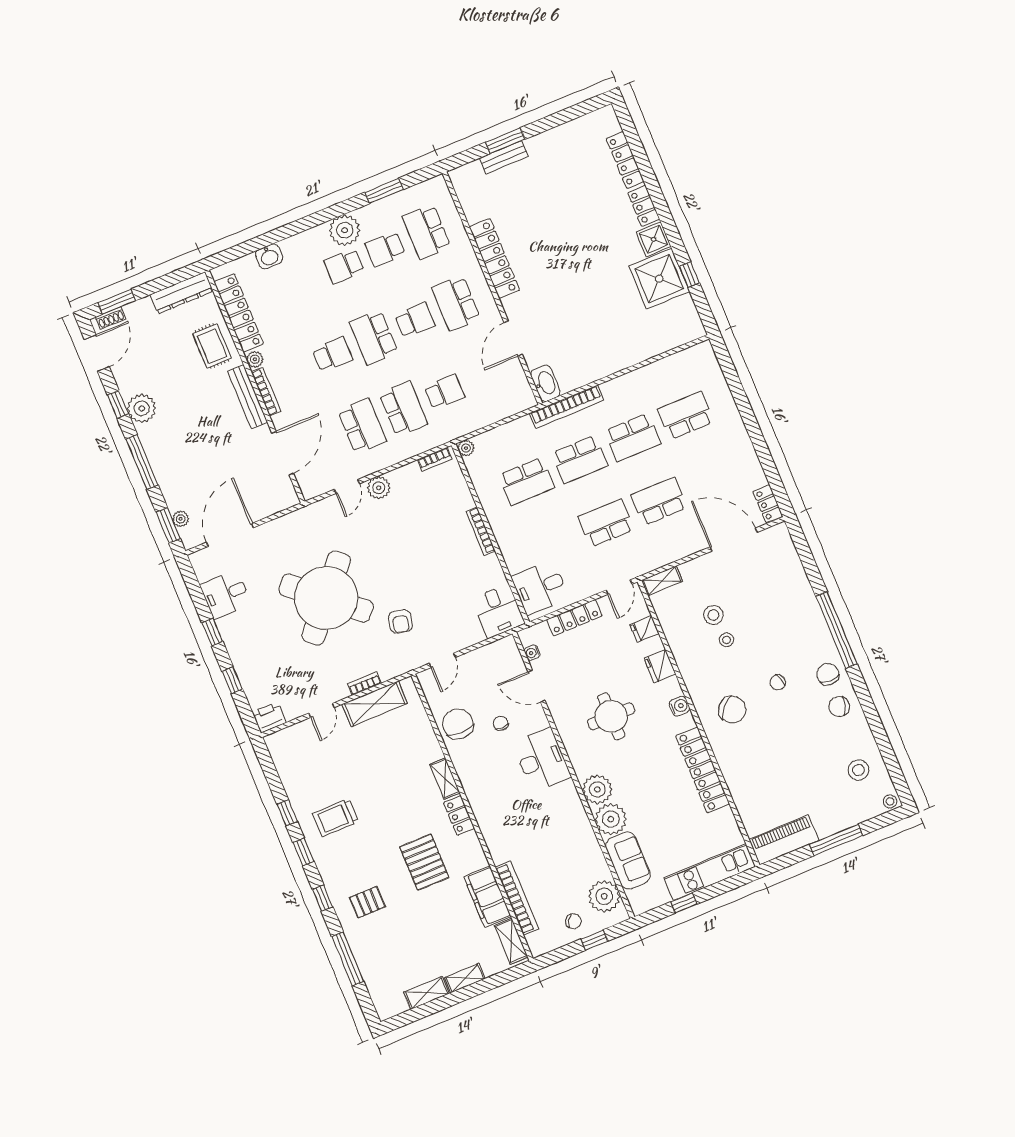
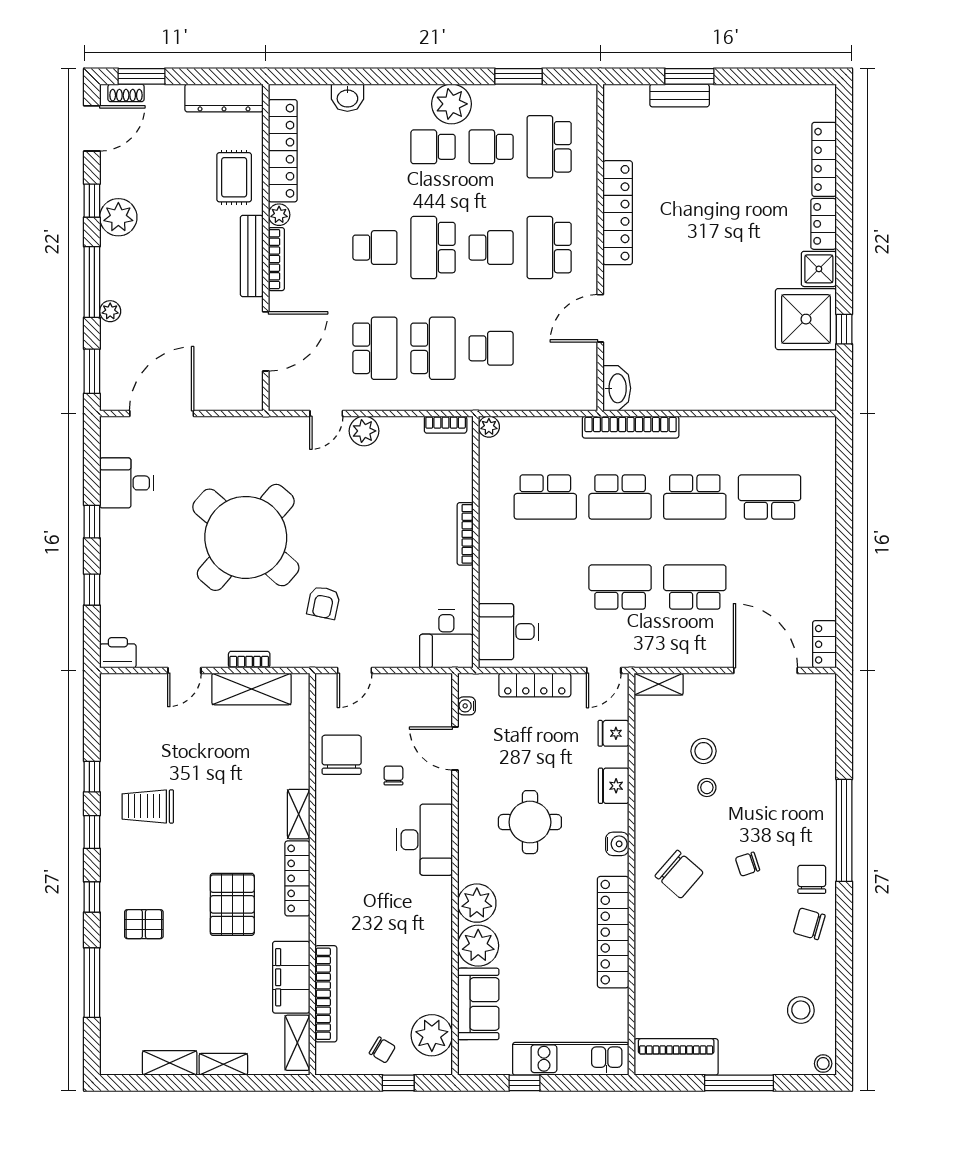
plant: (181, 519) -> (110, 311), moved
locker: (459, 815) -> (297, 878), width x1.53

